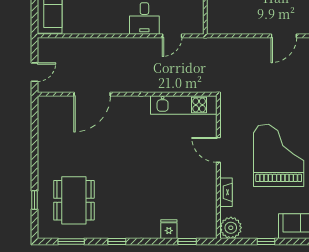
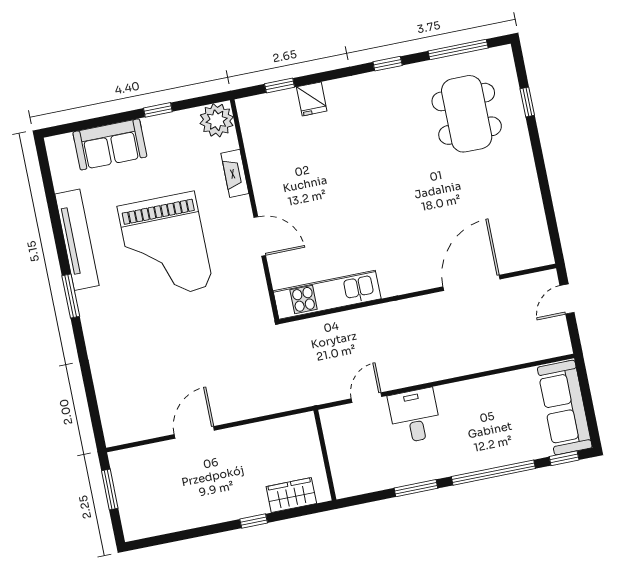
window: (71, 242) -> (458, 49), width x1.44

